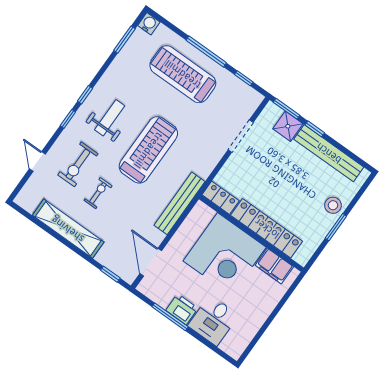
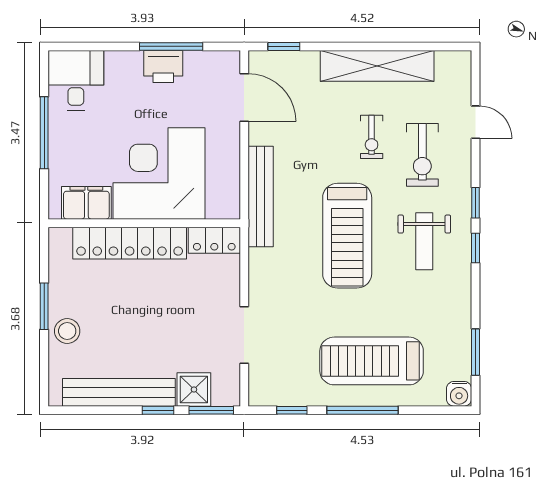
treadmill: (183, 74) -> (372, 361), turned 180
exercise bike: (78, 164) -> (422, 155), turned 180
window: (270, 319) -> (44, 133), added
desk: (213, 321) -> (76, 80), moved

